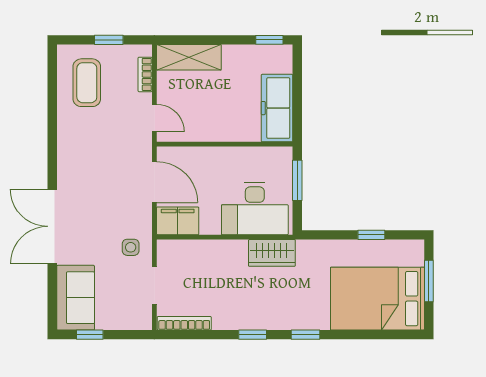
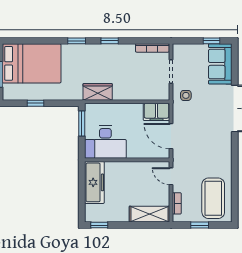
coffee table: (87, 83) -> (213, 198), width x1.36, depth x1.32
window: (297, 180) -> (82, 123), moved
desk: (255, 209) -> (105, 142), moved, turned 180

